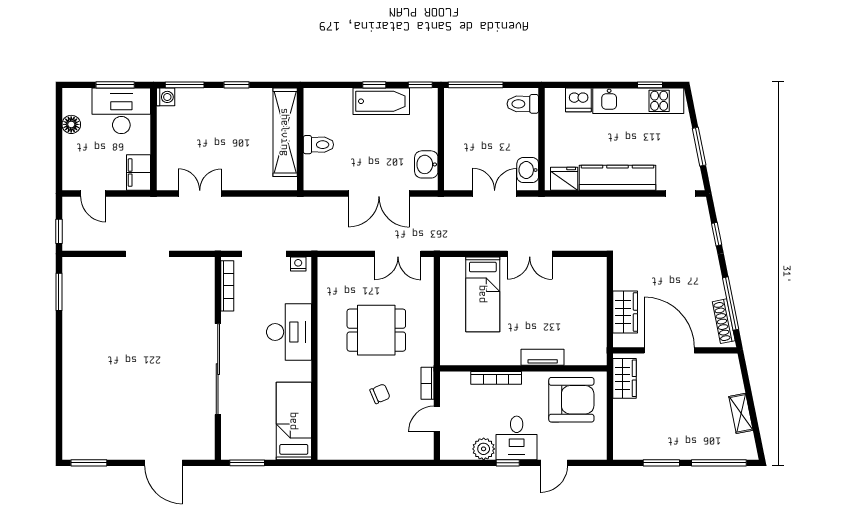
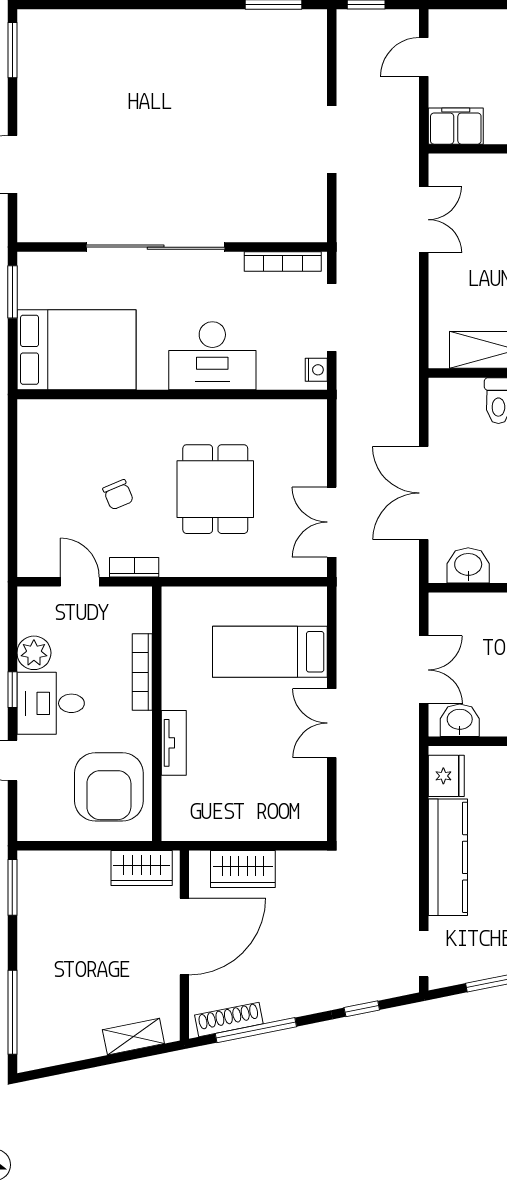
shelving: (741, 413) -> (133, 1037), moved
bed: (294, 421) -> (76, 350), width x1.50
window: (661, 463) -> (12, 887), moved

